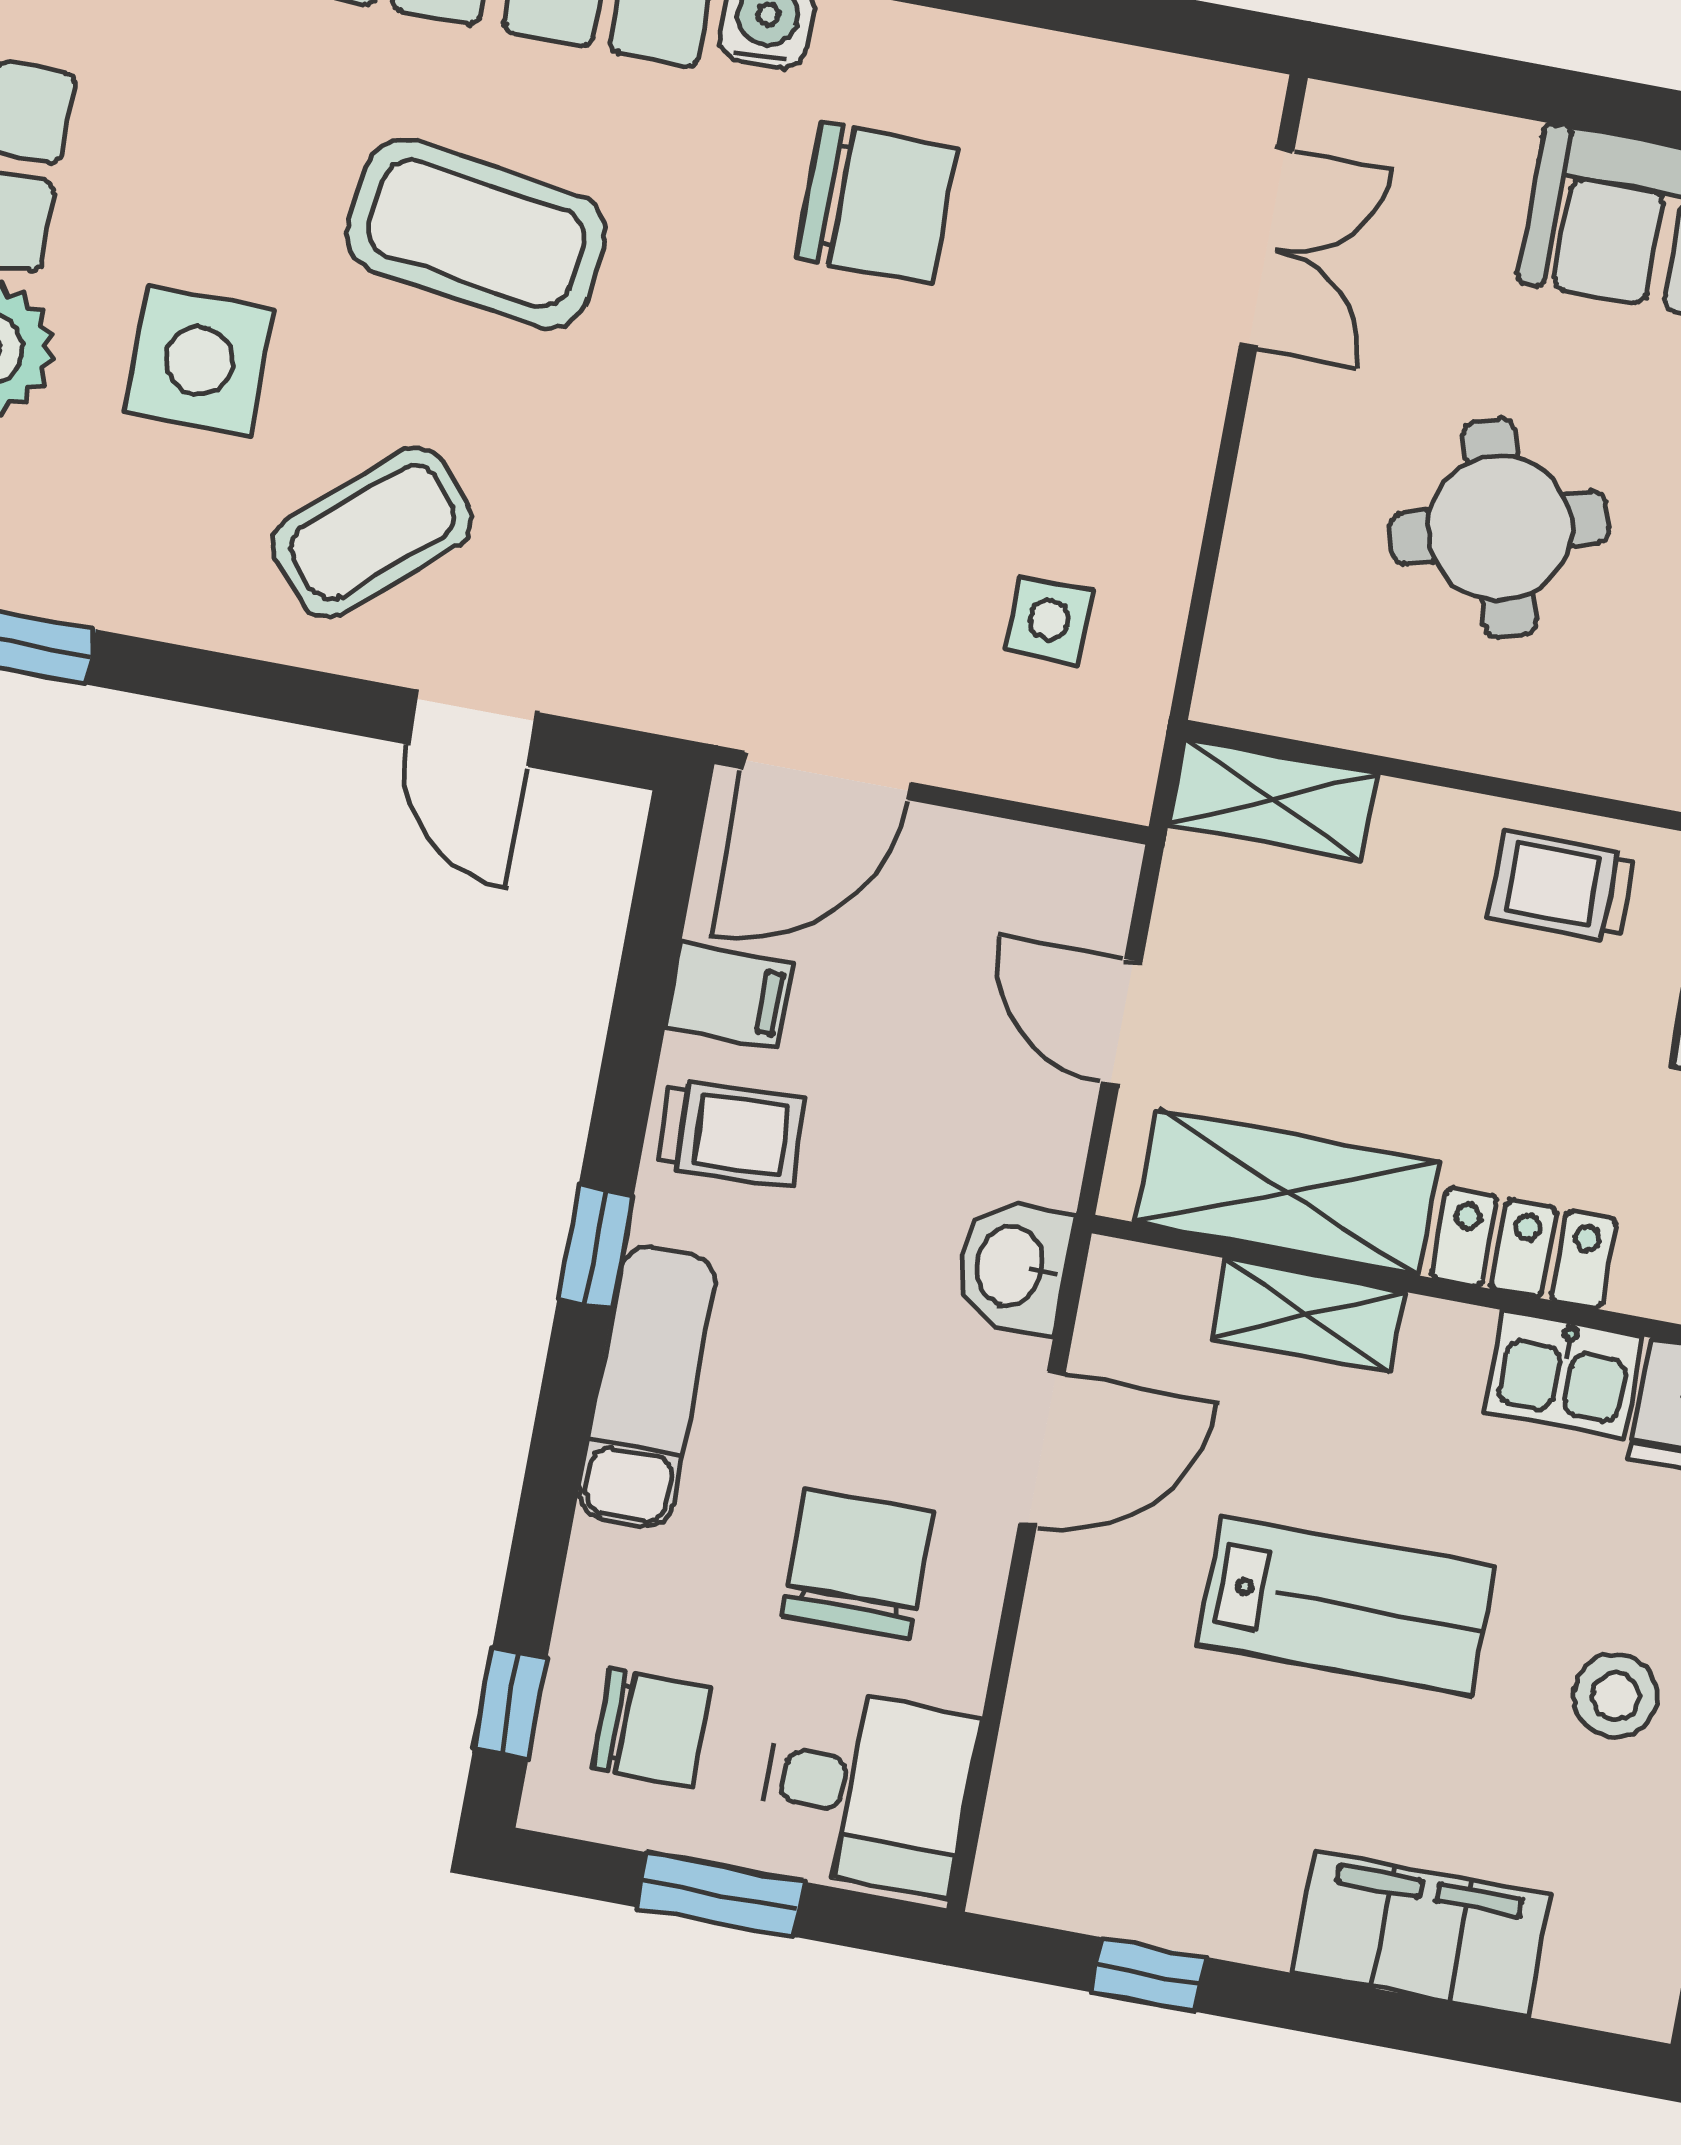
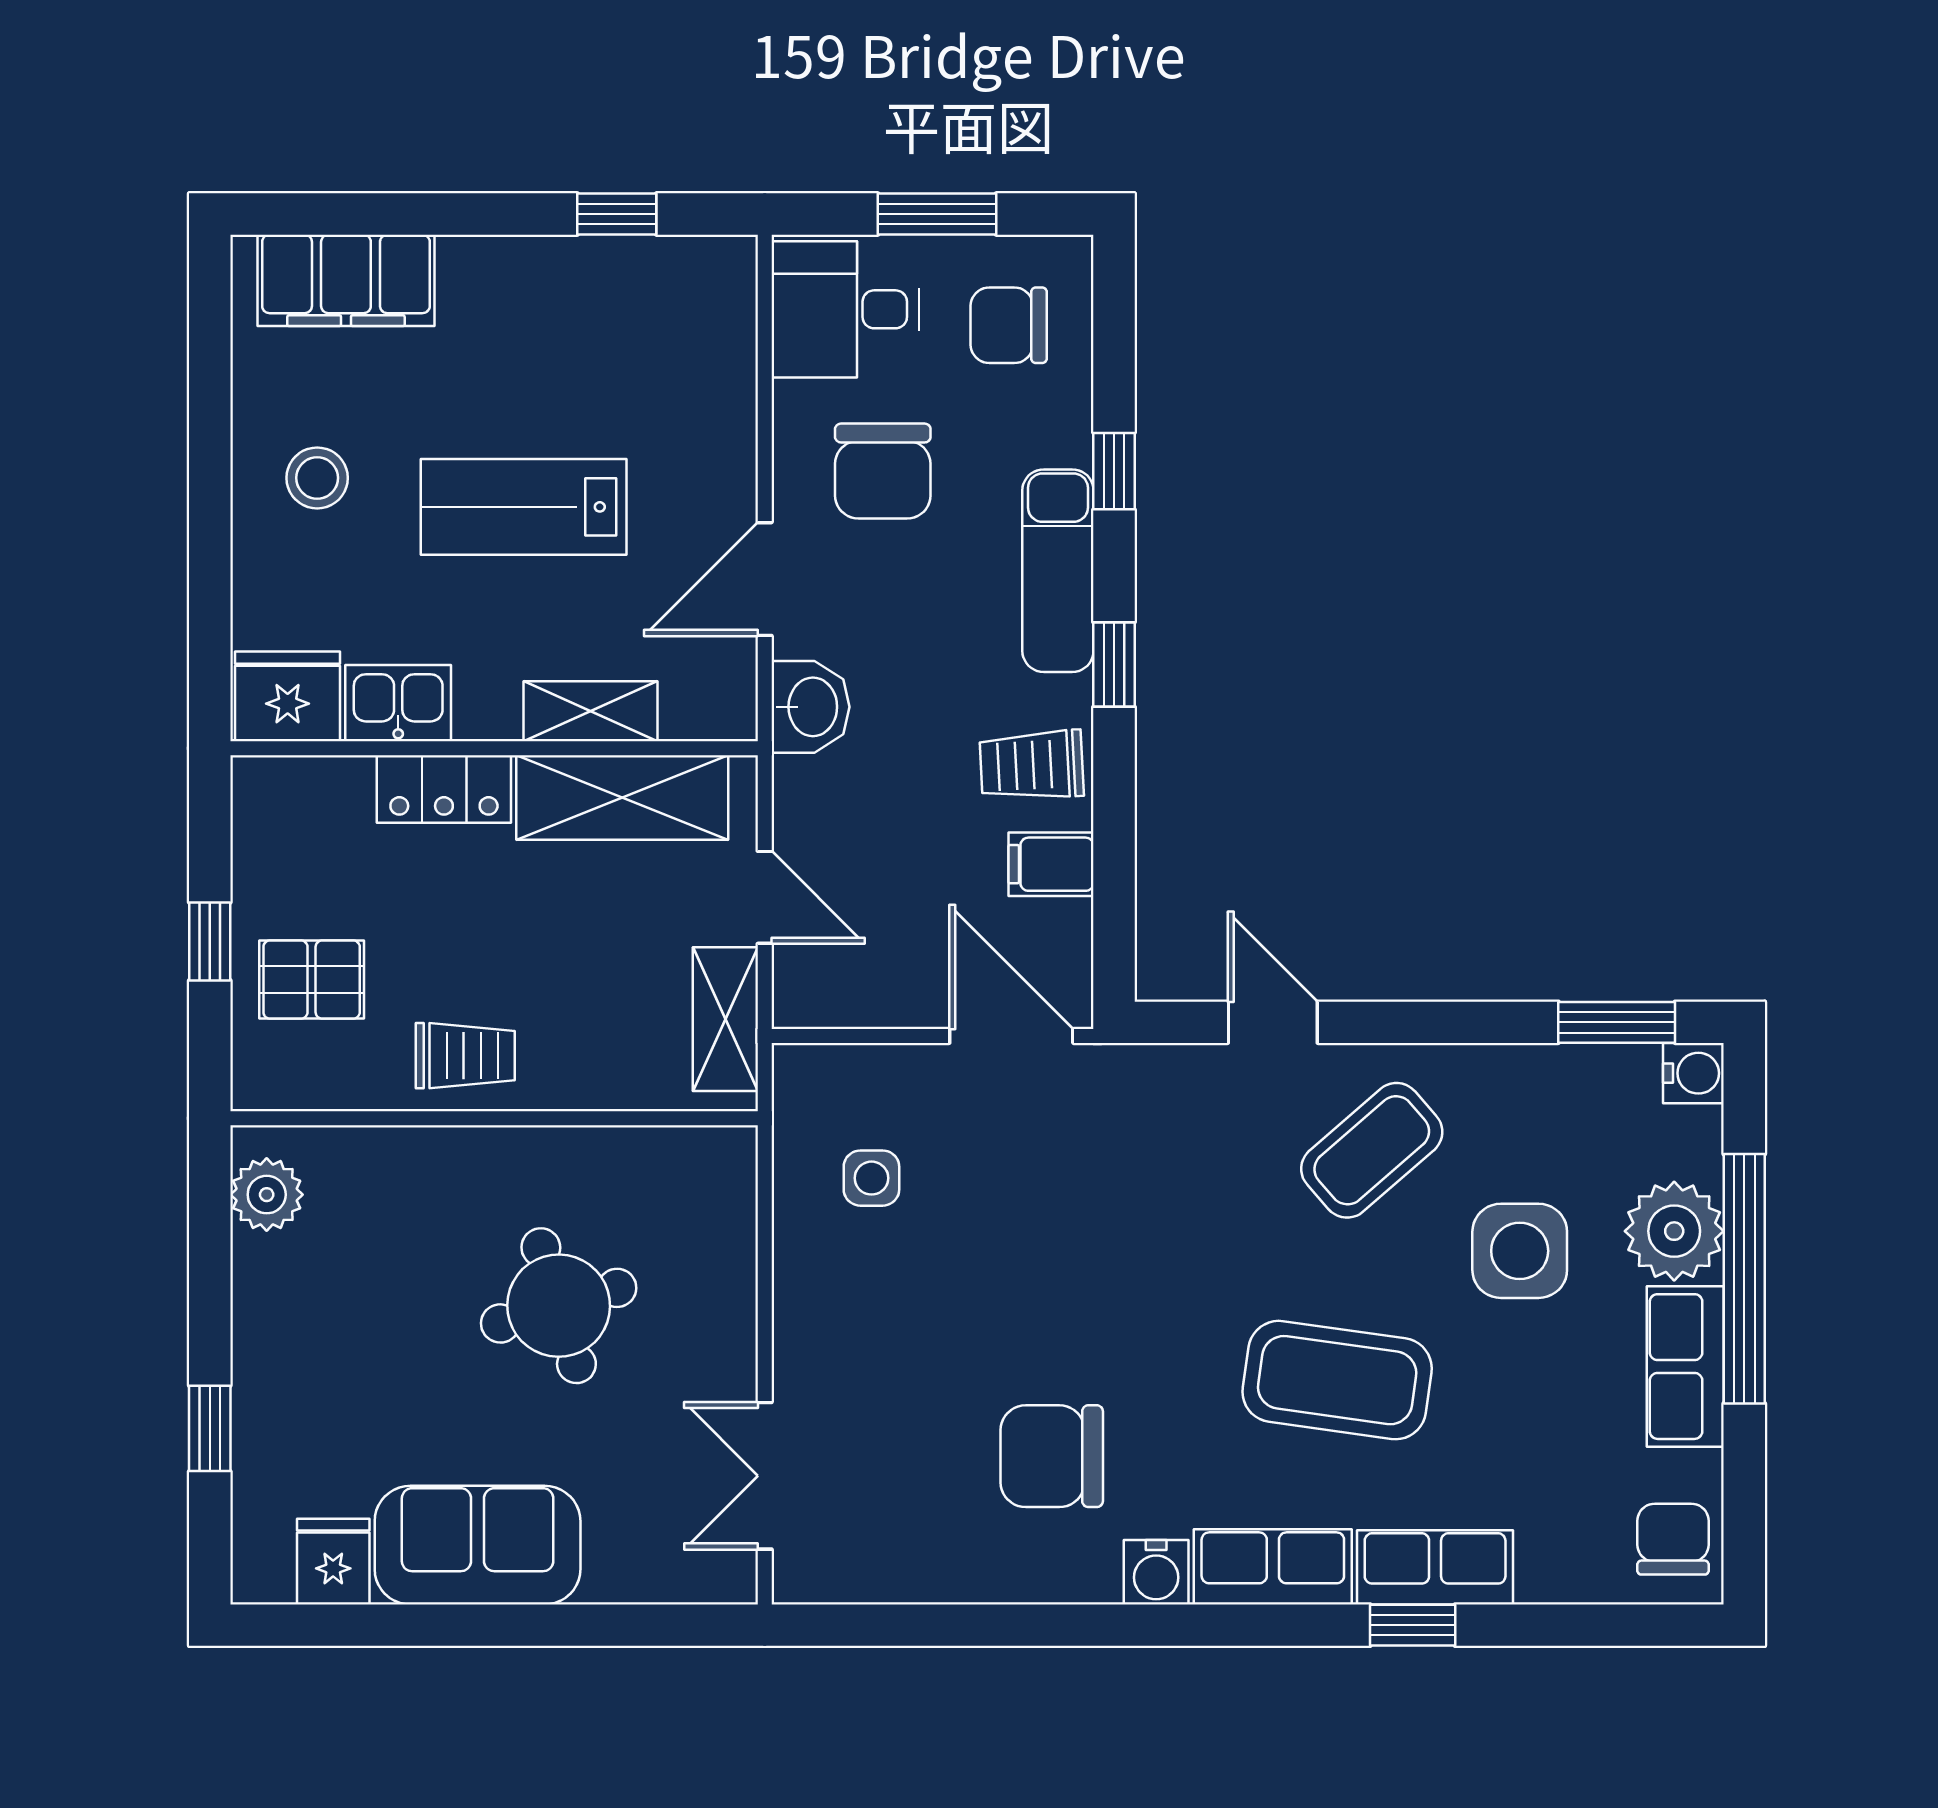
door: (826, 775) -> (1011, 1036), hinge flipped
shelving: (1273, 800) -> (725, 1019), moved, turned 90
window: (510, 1704) -> (1114, 471), moved
filing cabinet: (1421, 1934) -> (346, 280), moved

